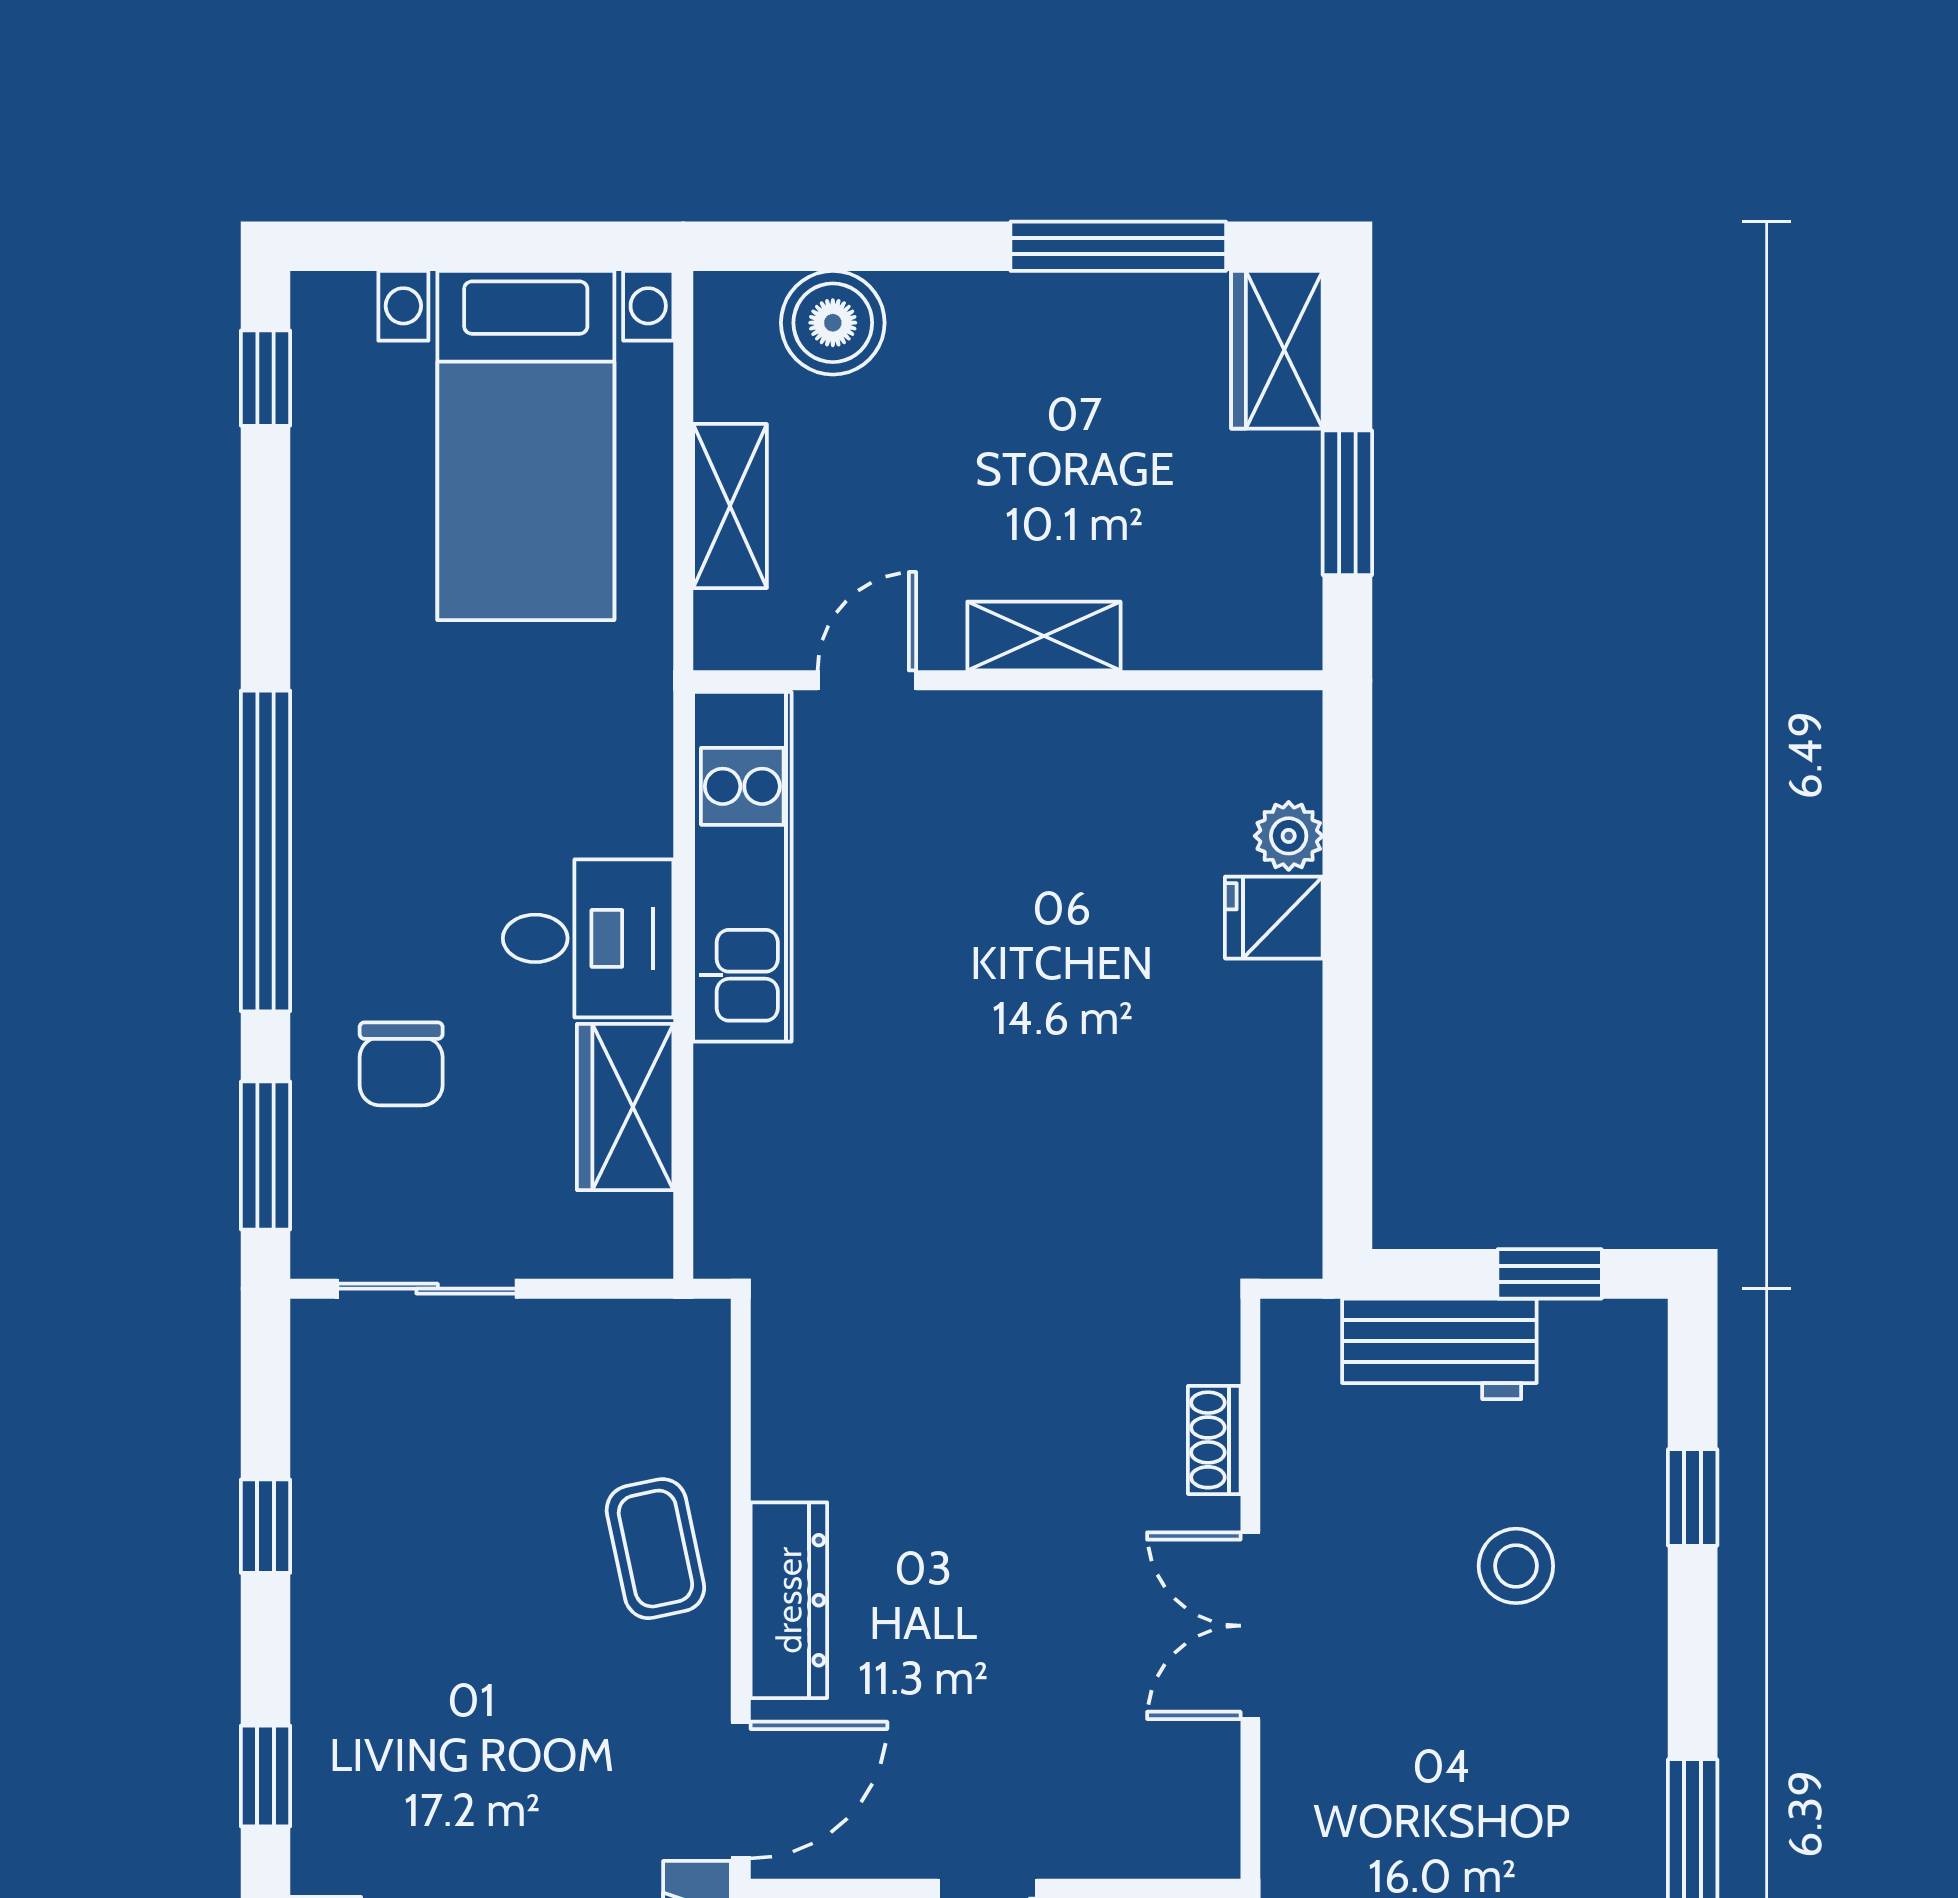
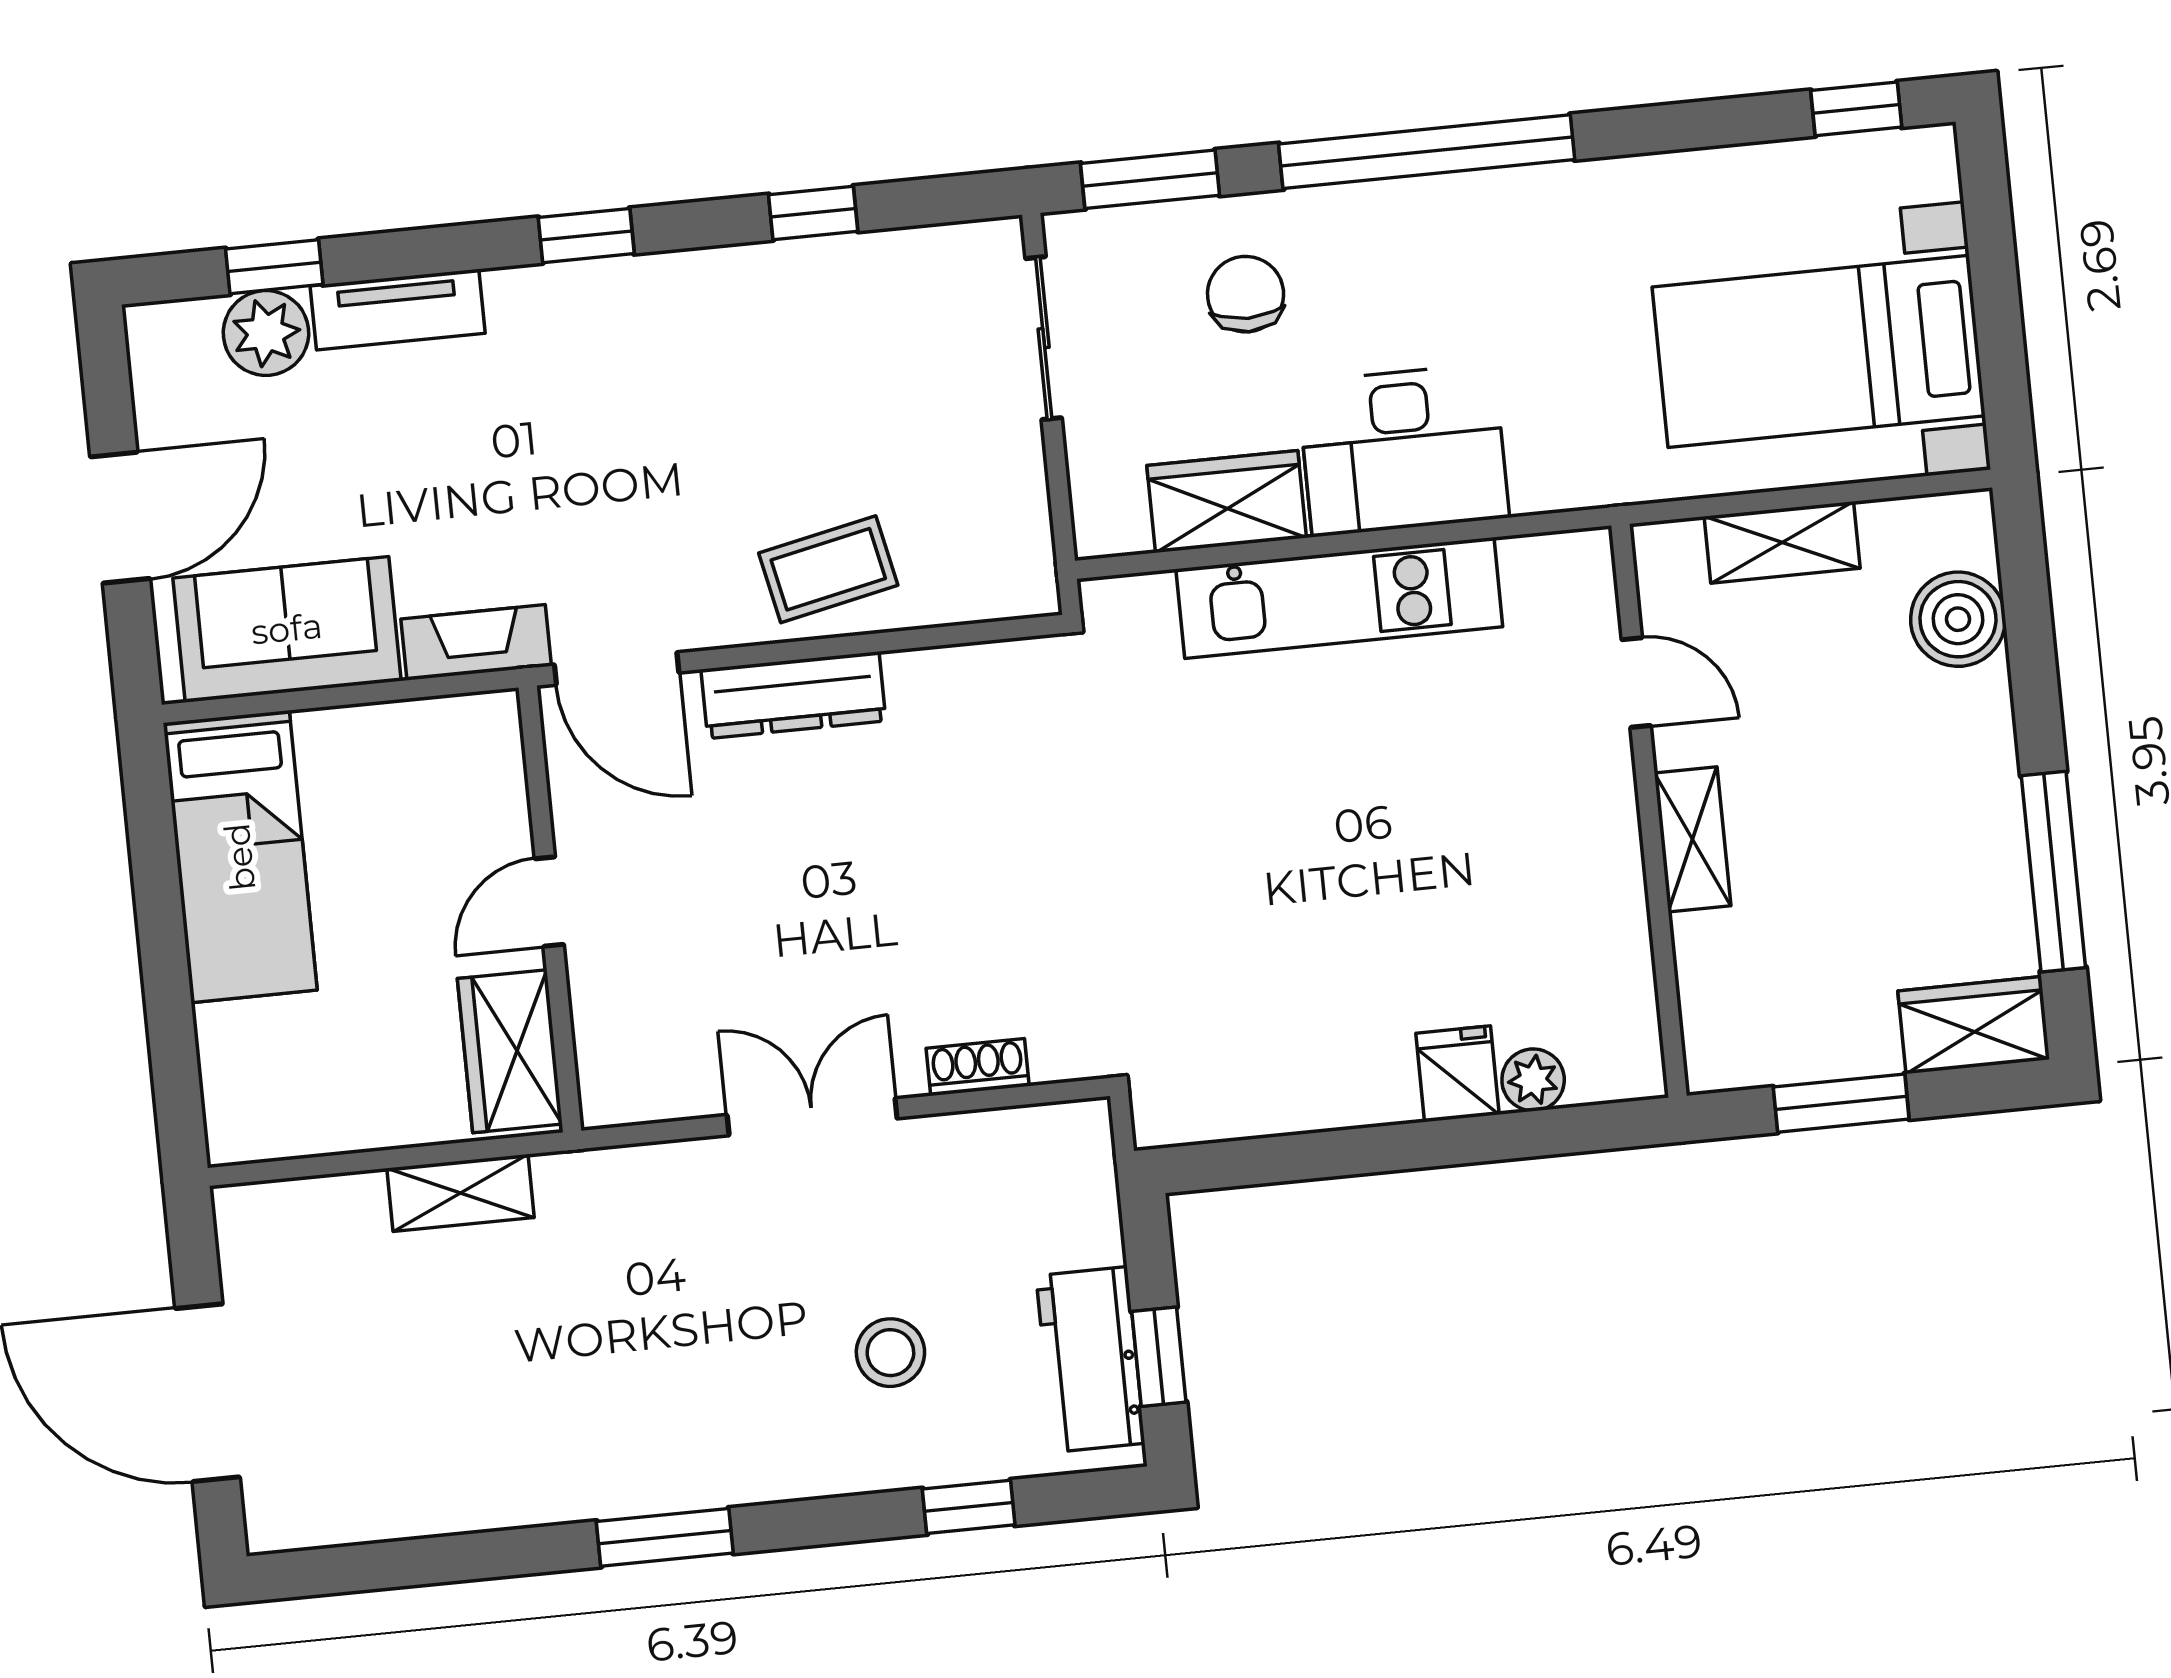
kitchen unit: (742, 867) -> (1339, 598), moved
desk: (588, 938) -> (1403, 450), width x1.37
chair: (401, 1064) -> (1246, 294), turned 90
workbench: (1439, 1349) -> (1090, 1359), moved

